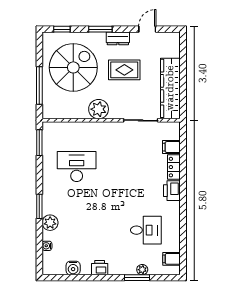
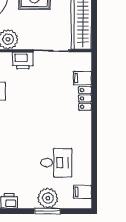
printer: (172, 191) -> (23, 61), moved, turned -90
plant: (142, 270) -> (48, 198), width x1.88, depth x1.88

